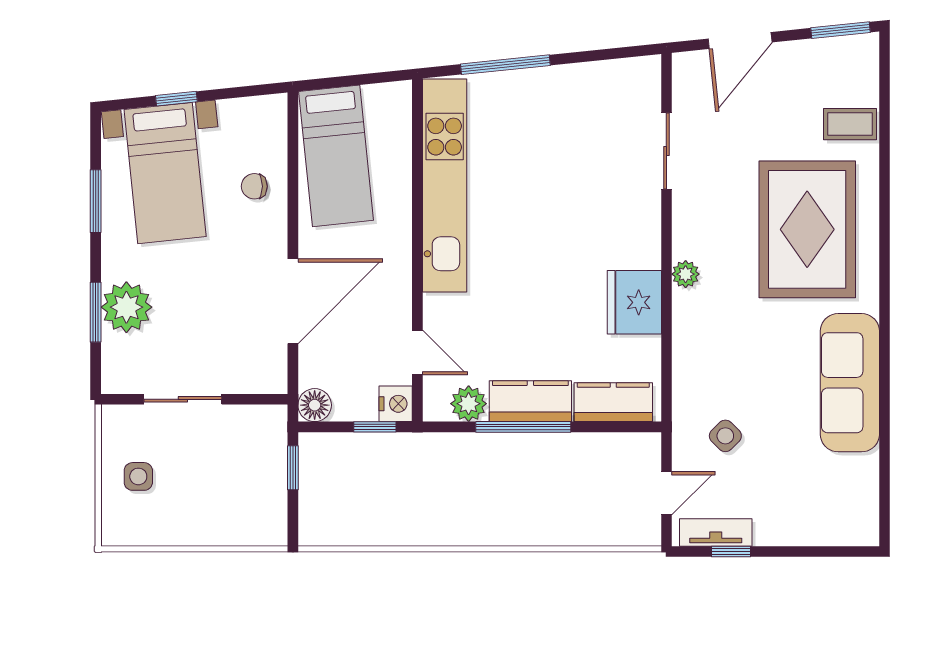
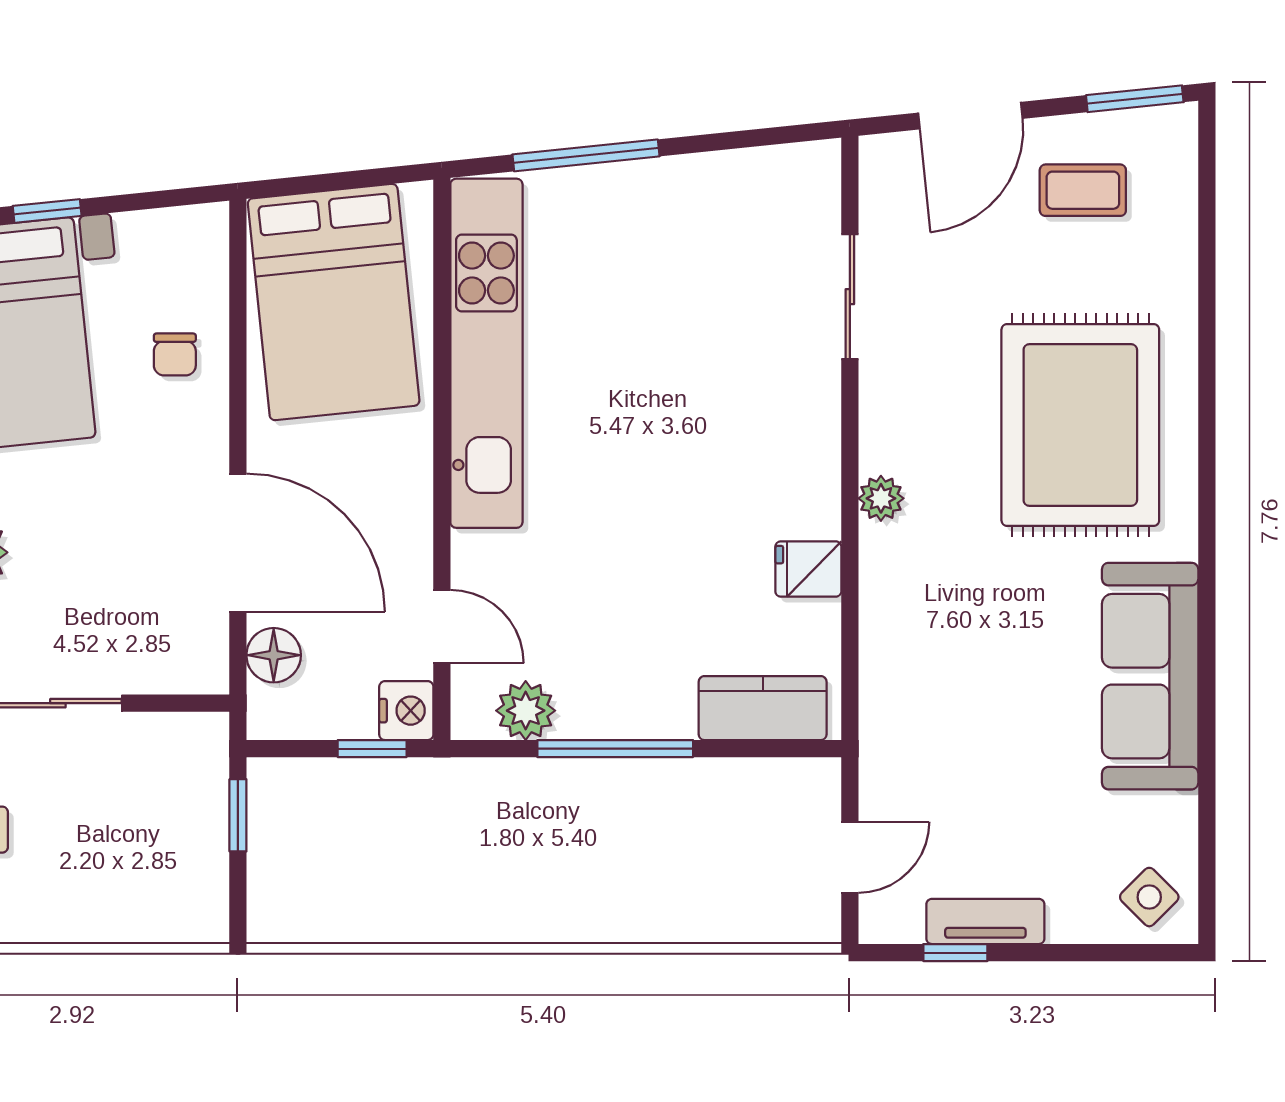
coffee table: (850, 124) -> (1083, 190), moved
bed: (336, 156) -> (334, 302), width x1.50
chair: (254, 186) -> (175, 354), turned -90
door: (293, 301) -> (238, 543), hinge flipped
fridge: (634, 302) -> (808, 569), width x0.53, depth x0.75
kitchen counter: (530, 401) -> (627, 706), removed
floor lamp: (315, 405) -> (274, 655), moved
side table: (725, 436) -> (1149, 897), moved
tv unit: (716, 533) -> (985, 921), moved

